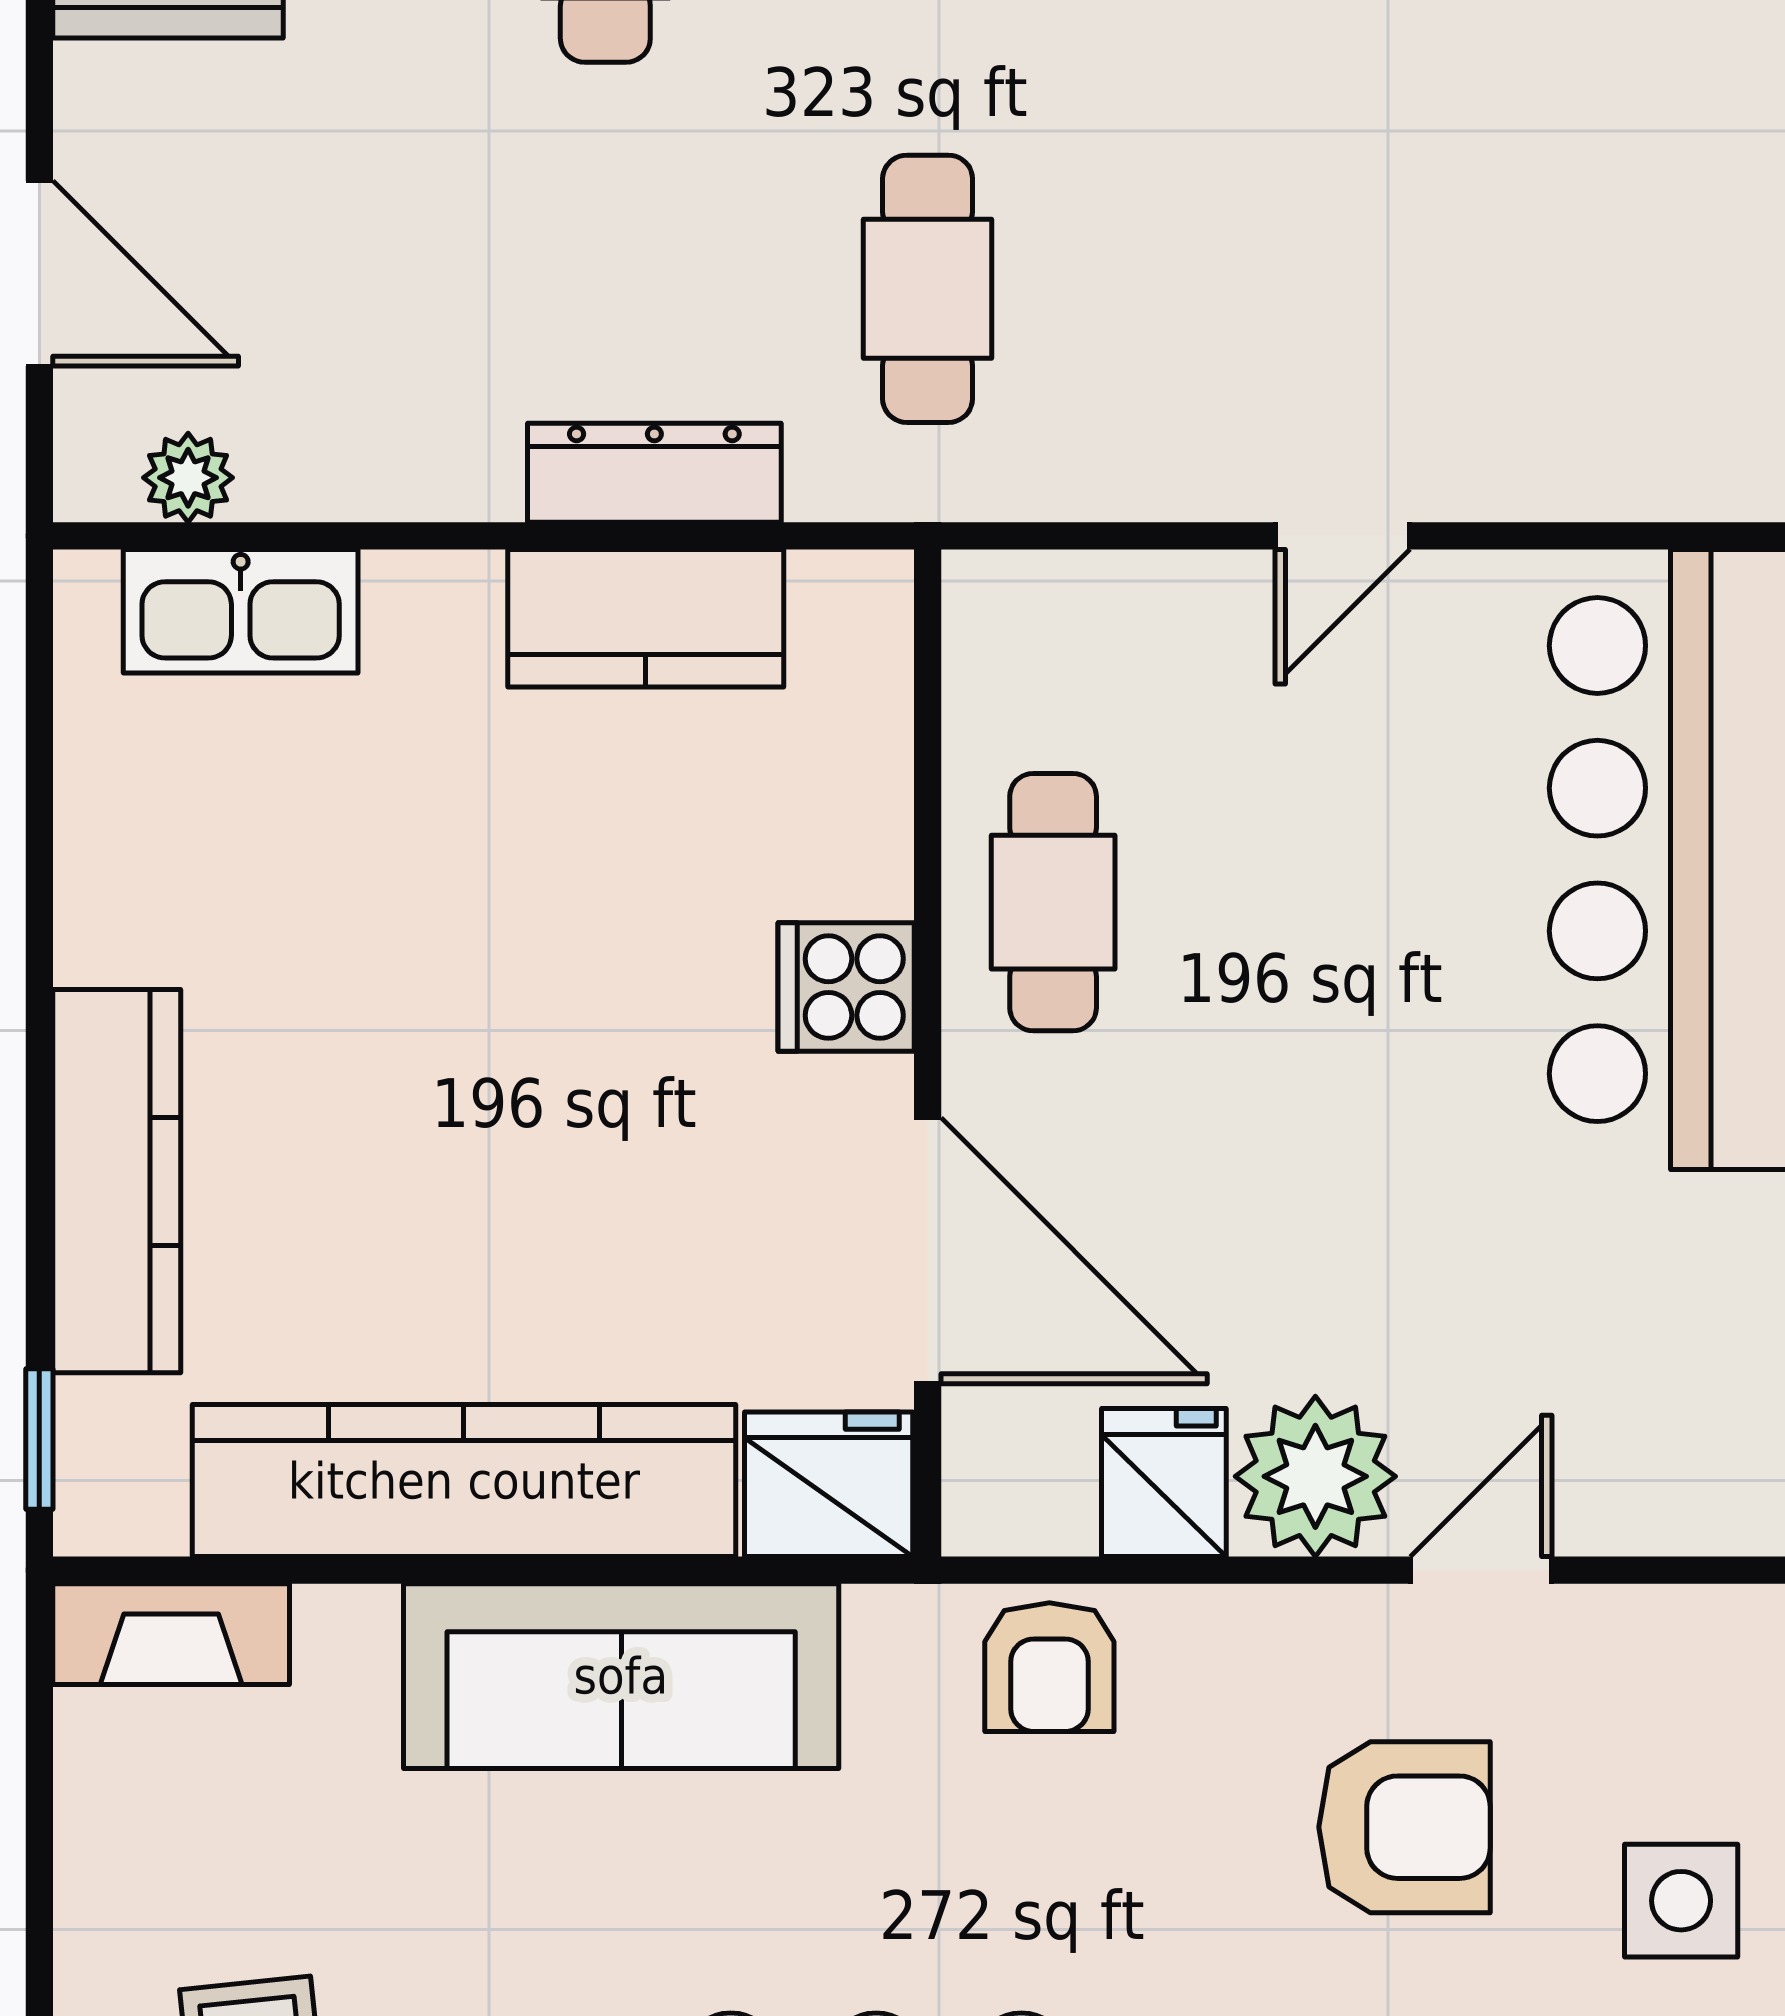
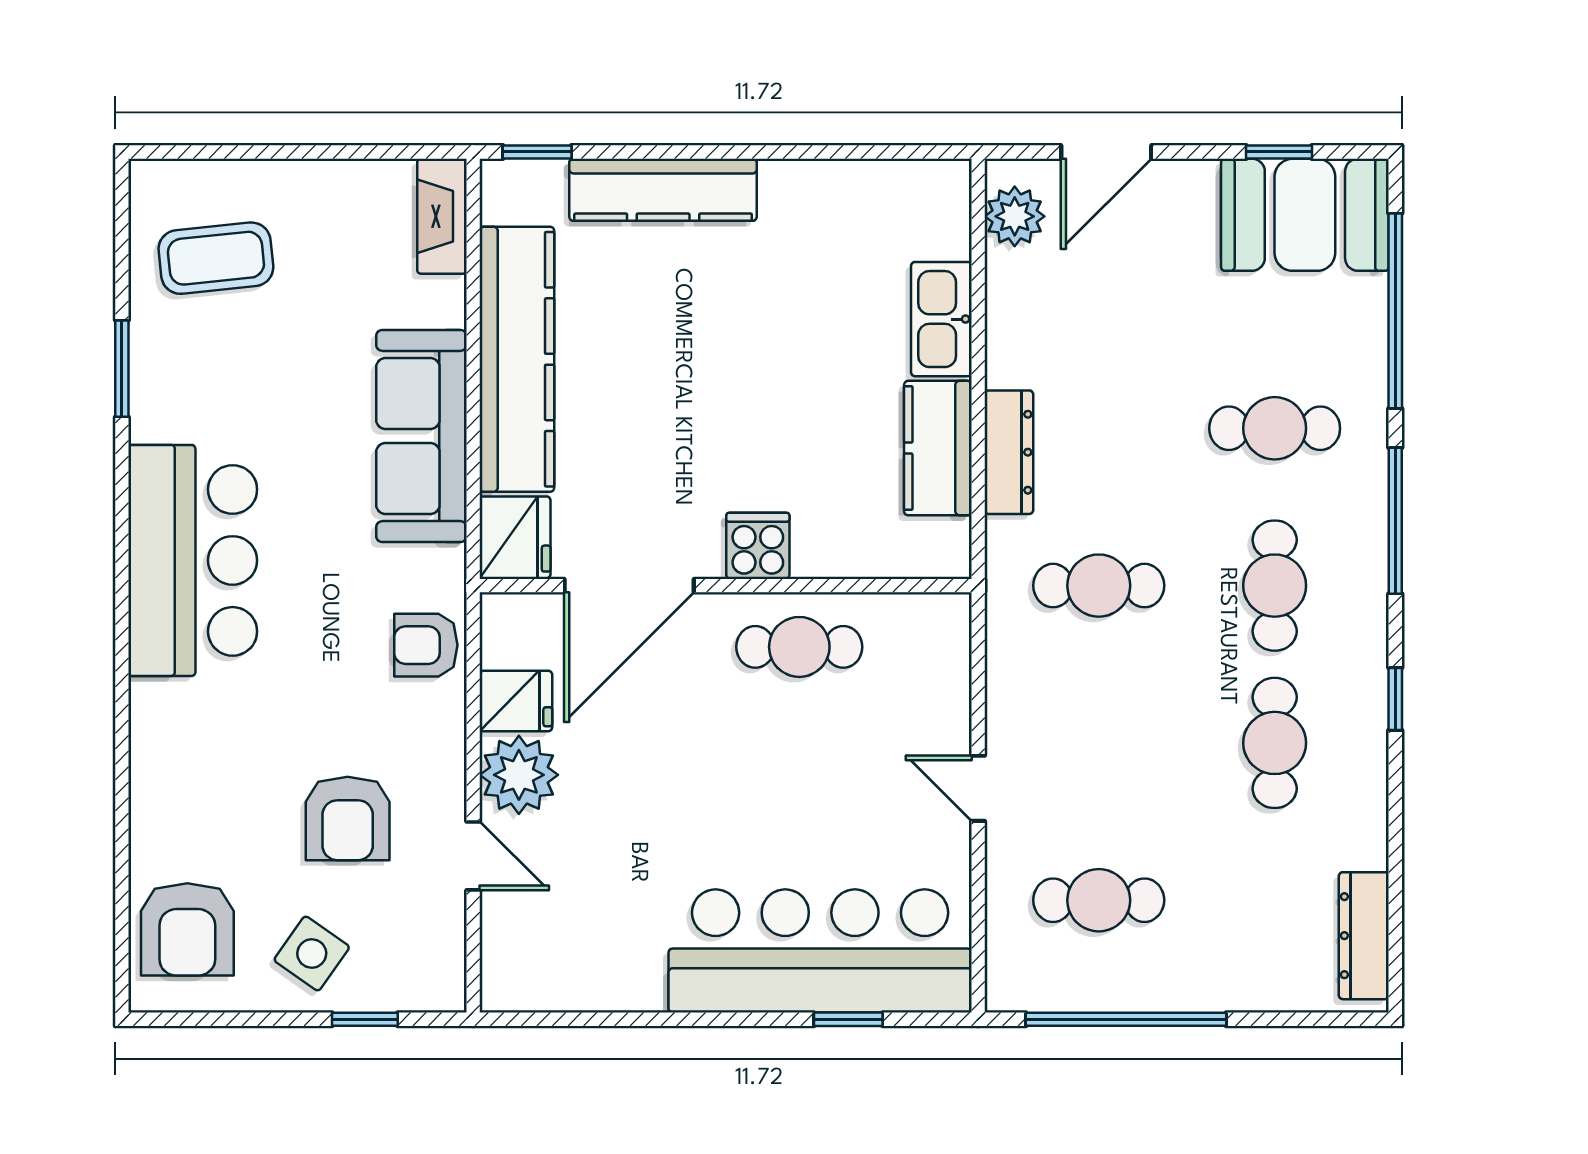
cafe table: (1572, 289) -> (1099, 900), added
plant: (188, 478) -> (1015, 216), width x1.38, depth x1.38
kitchen sink: (241, 611) -> (941, 319), moved
side table: (1681, 1901) -> (312, 953), turned 35

